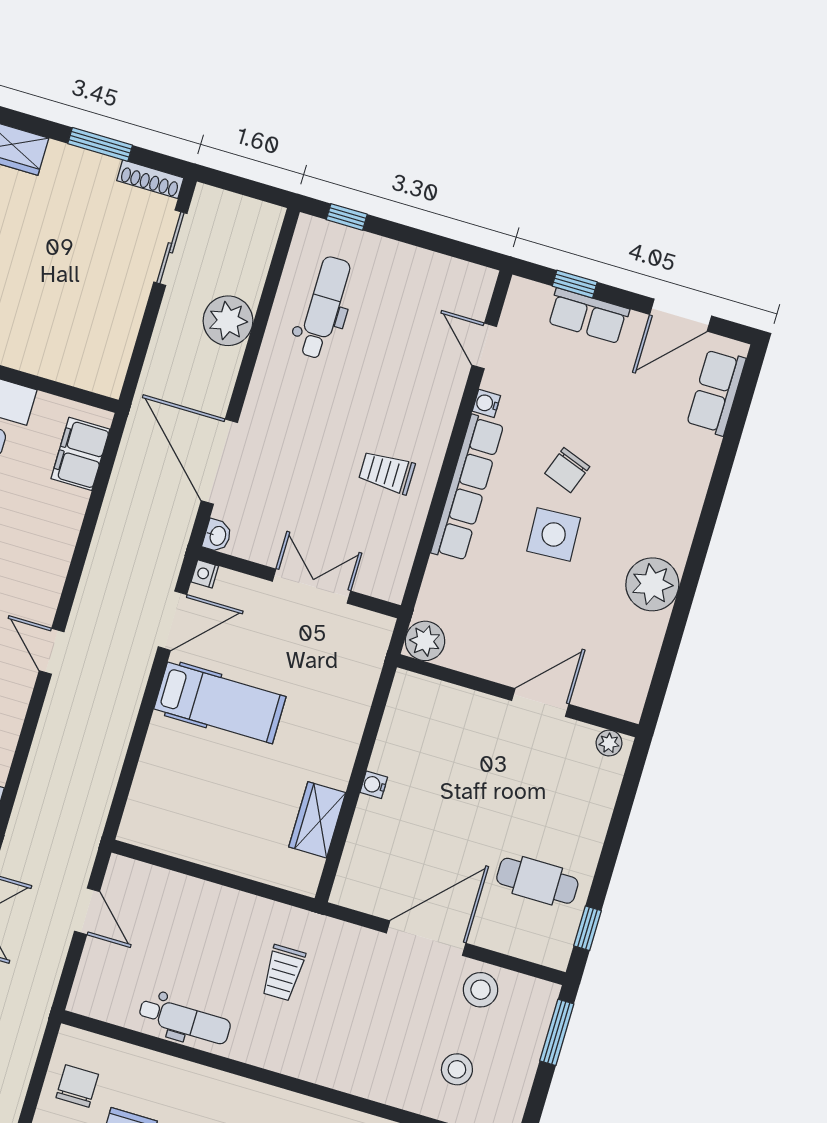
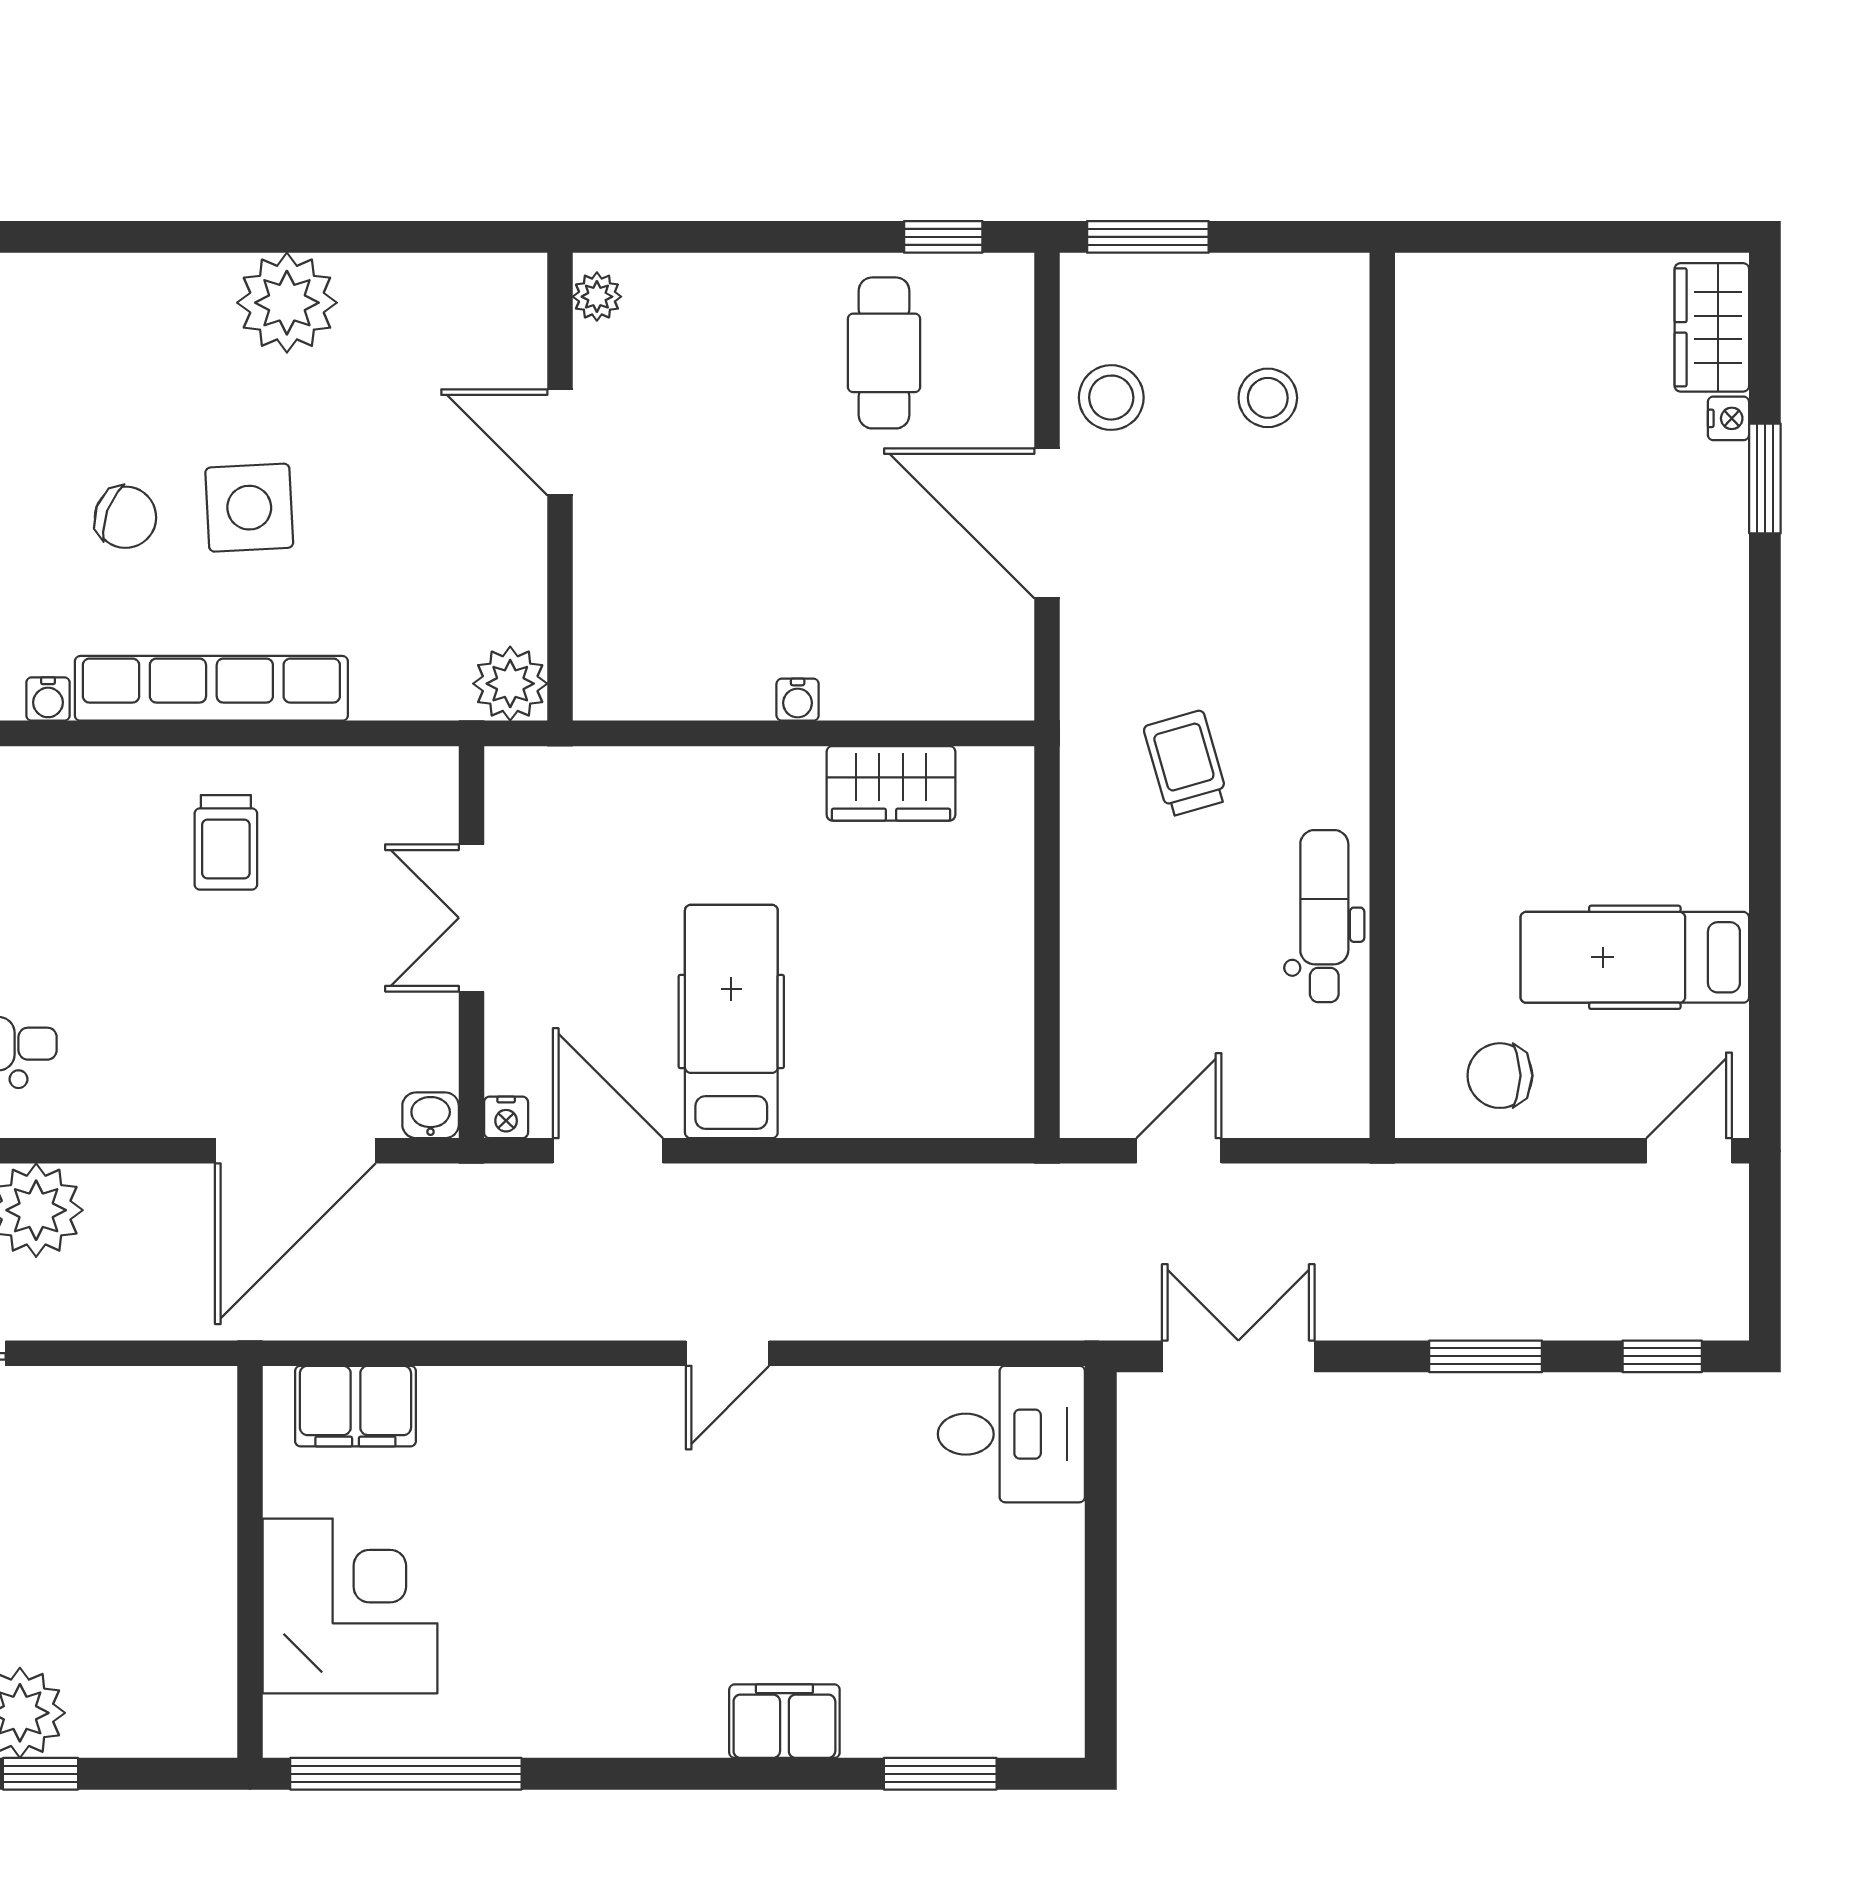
trolley: (283, 973) -> (1186, 763), turned -106

